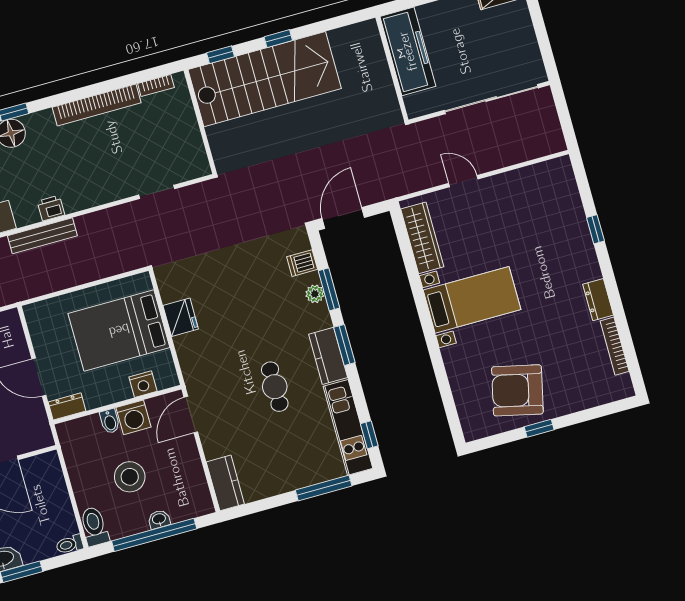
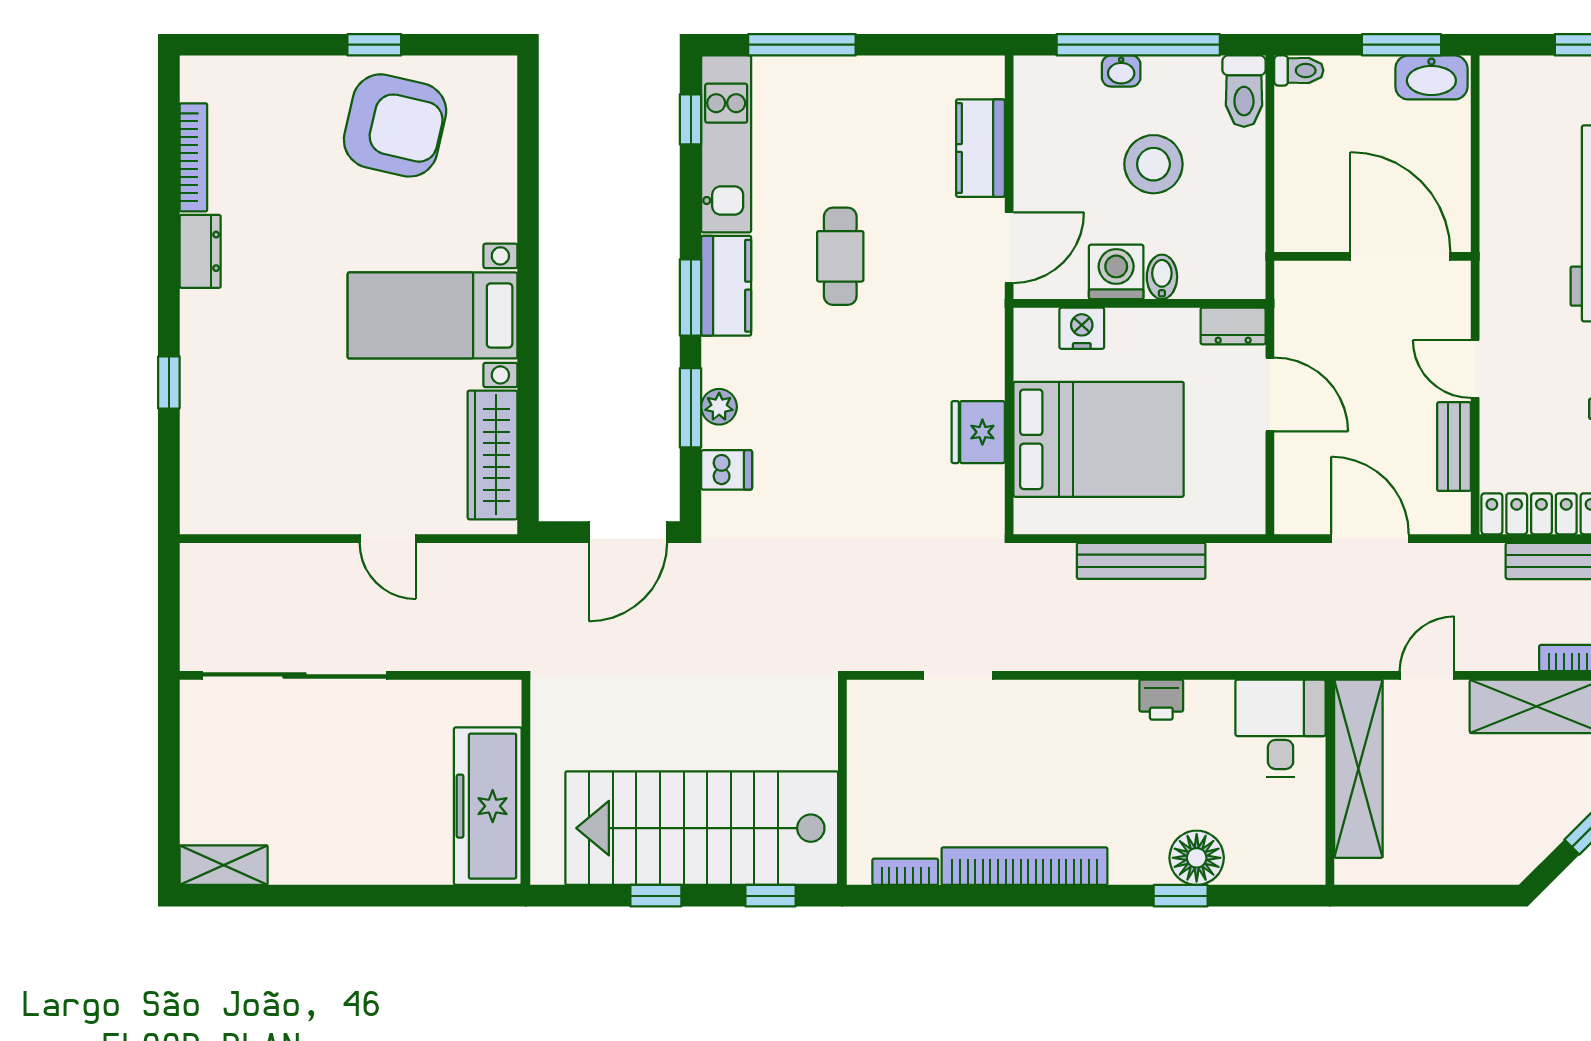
freezer: (408, 51) -> (488, 806), moved
wall: (392, 69) -> (526, 782), moved
bench: (42, 236) -> (1141, 561), moved
kitchen counter: (225, 483) -> (980, 148), moved

